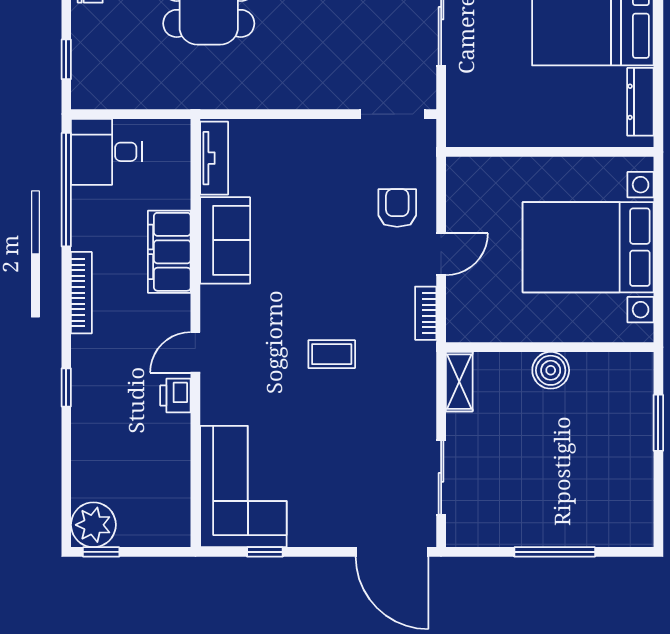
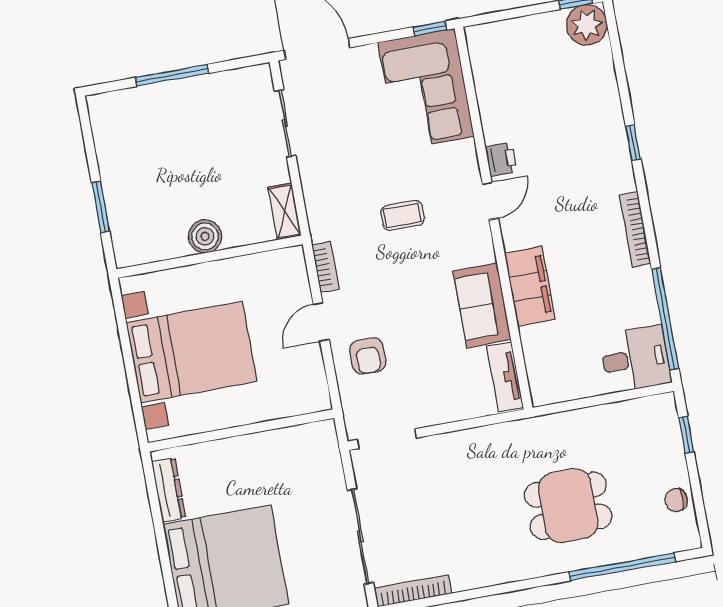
tv unit: (214, 158) -> (505, 377), moved
sofa: (225, 240) -> (482, 305), moved
filing cabinet: (169, 252) -> (530, 286), moved
wall: (195, 333) -> (493, 218), moved
door: (195, 352) -> (490, 201), moved
printer: (175, 395) -> (501, 159), moved
corner sofa: (243, 486) -> (426, 89), moved

